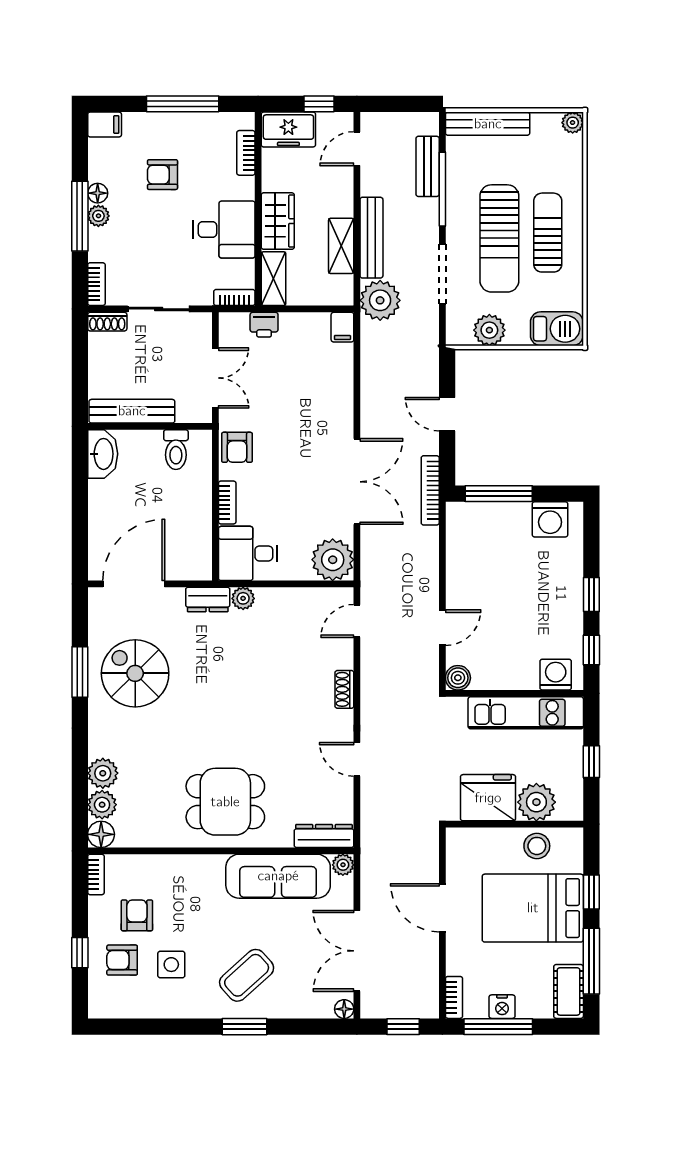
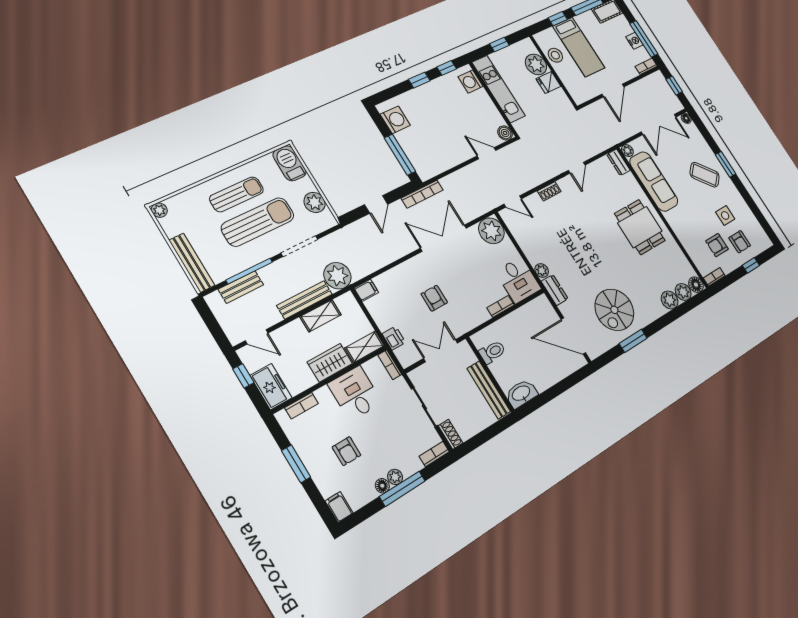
window: (183, 104) -> (296, 464), width x0.69
sun lounger: (548, 233) -> (237, 194), turned 180
armchair: (237, 447) -> (434, 298), moved, turned -90
fridge: (488, 798) -> (548, 82), width x0.53, depth x0.75
dresser: (324, 836) -> (618, 162), width x0.70
bed: (533, 908) -> (579, 47), width x0.67

